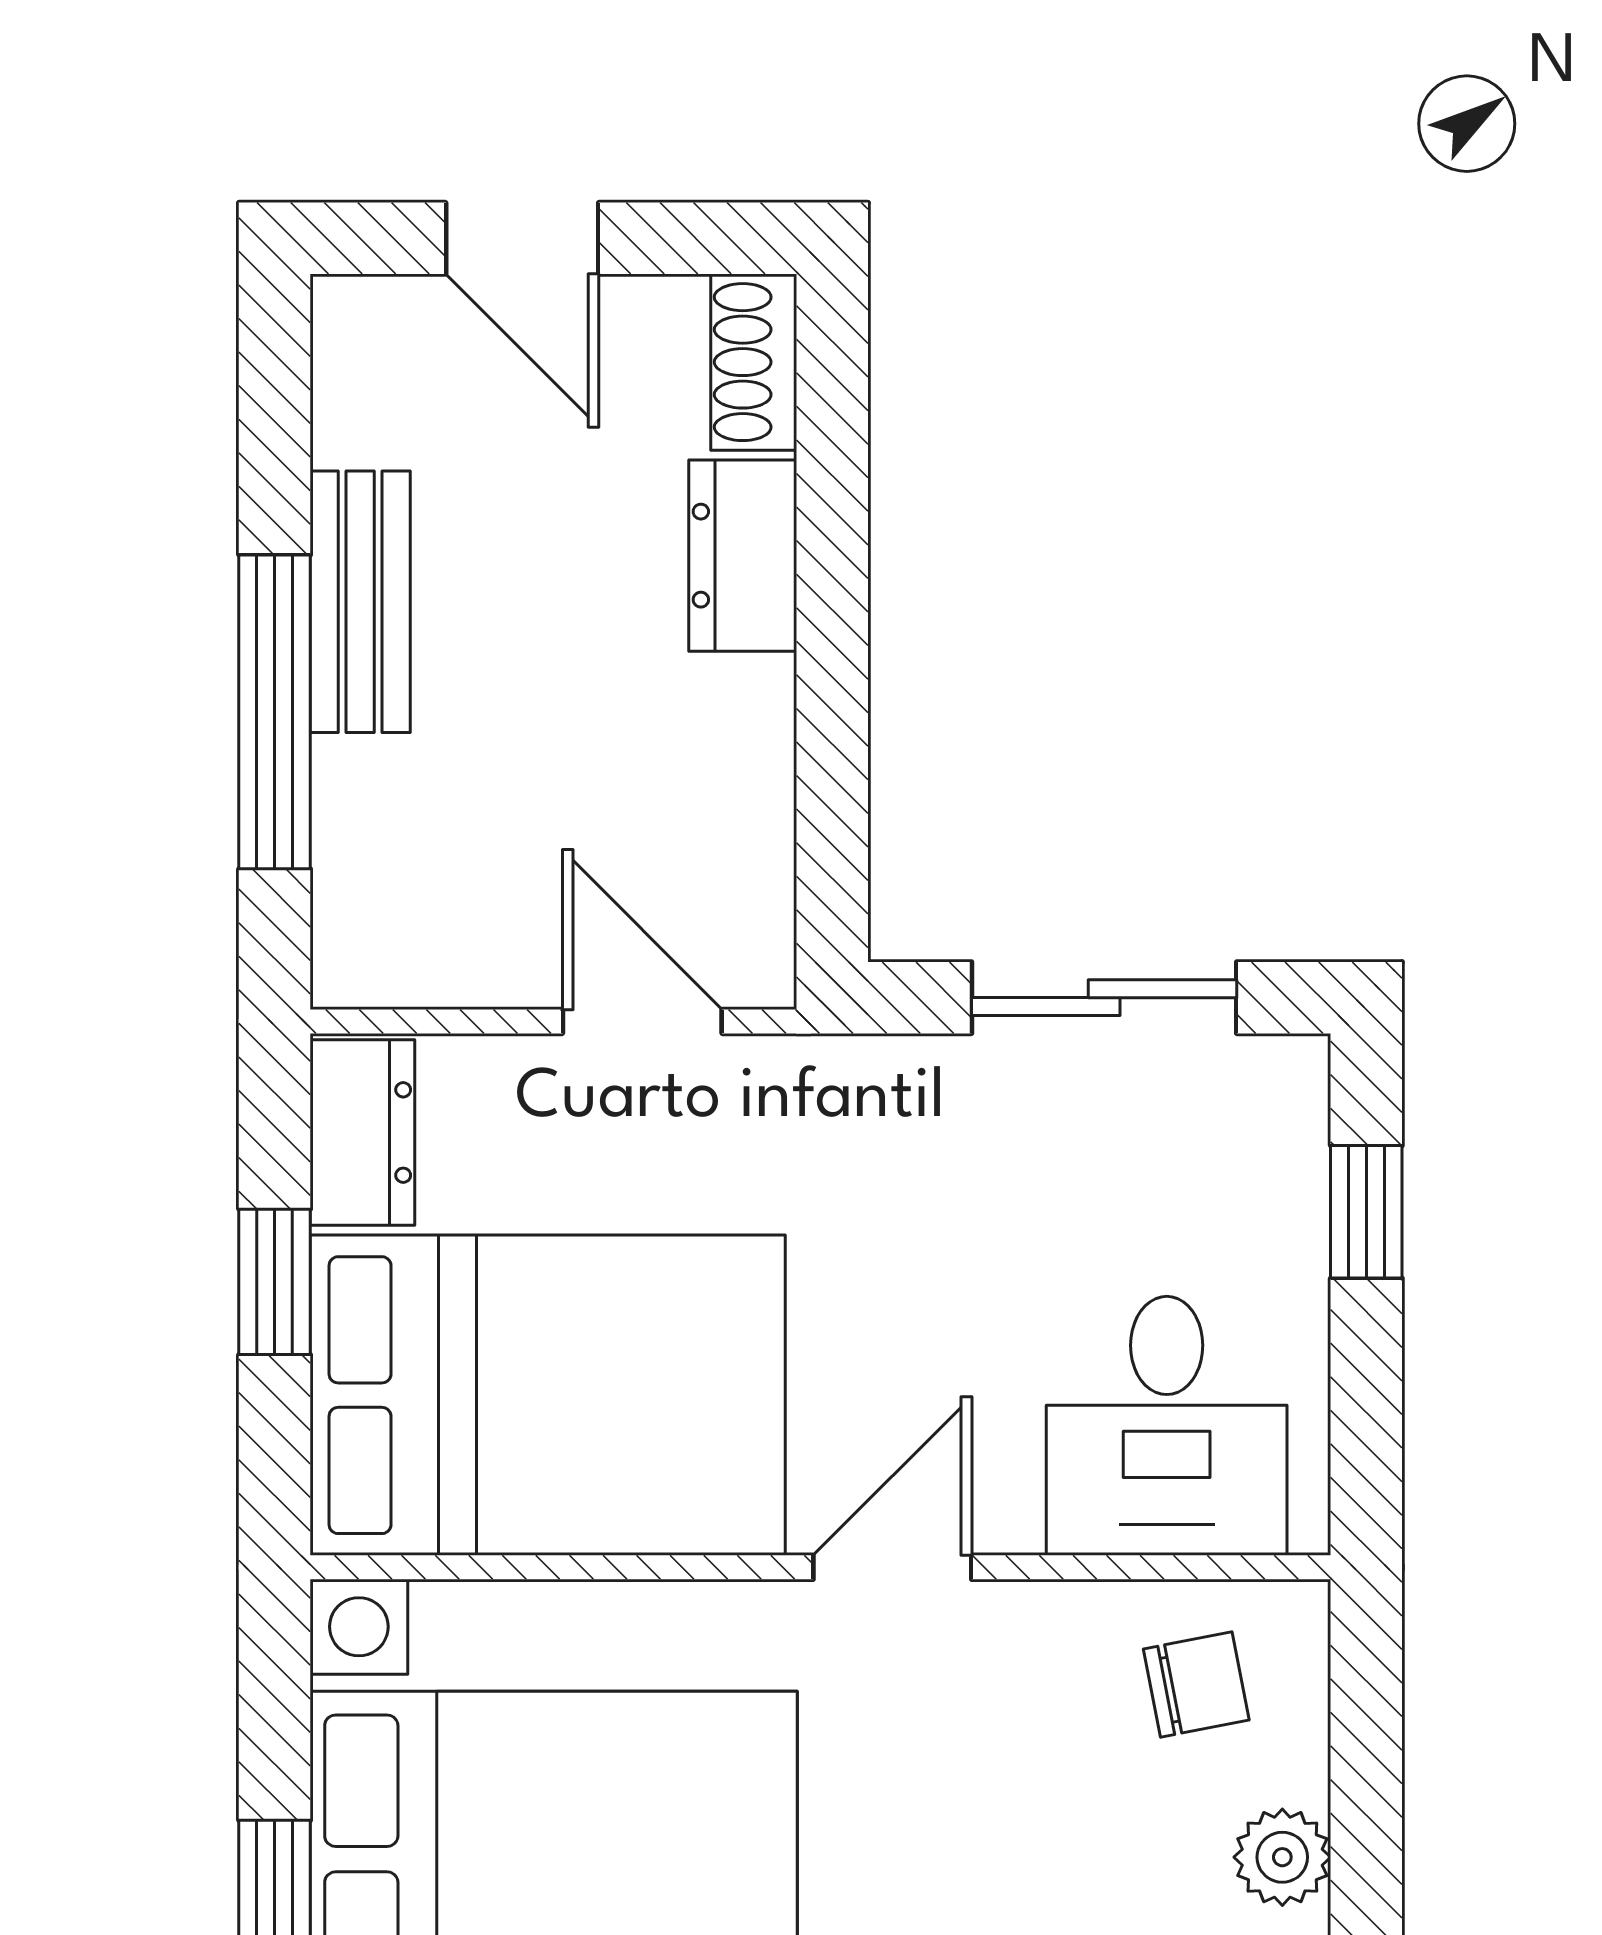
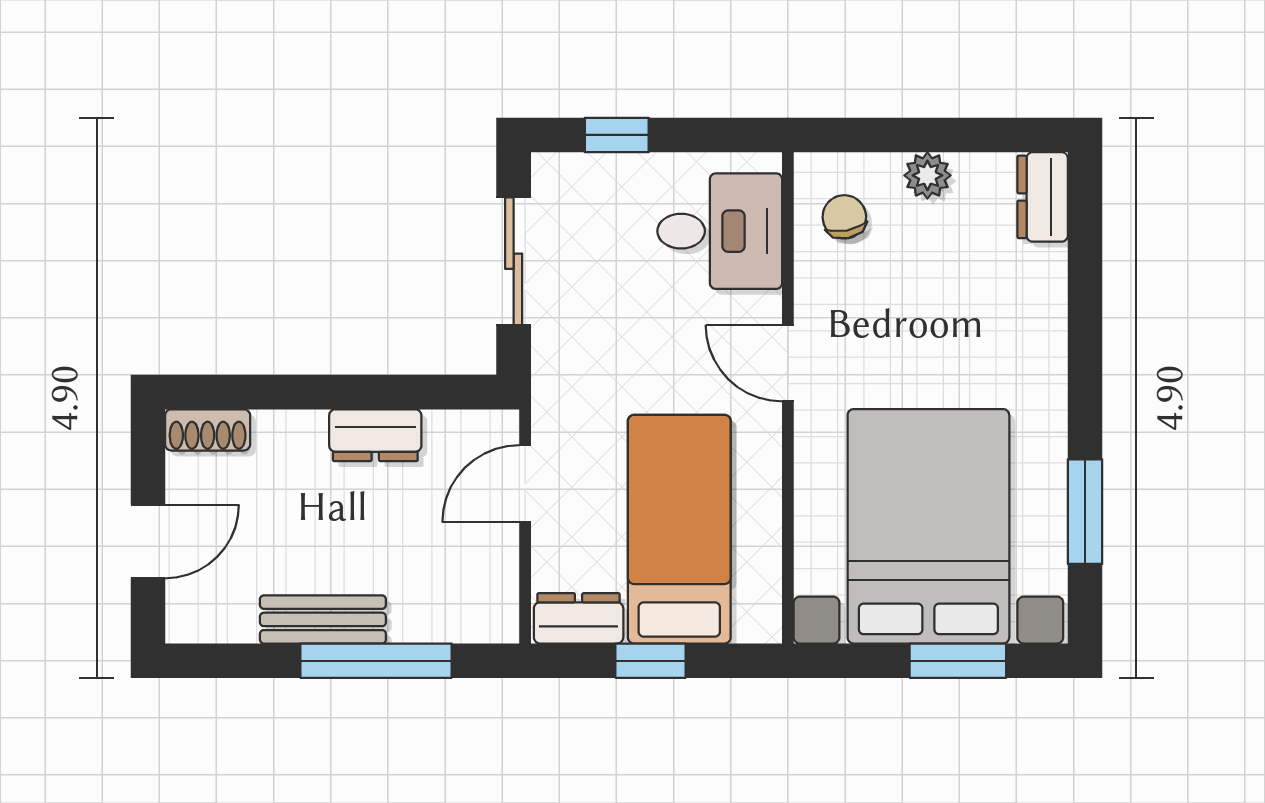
dresser: (743, 556) -> (375, 435), moved
bed: (548, 1395) -> (679, 529), width x0.67

